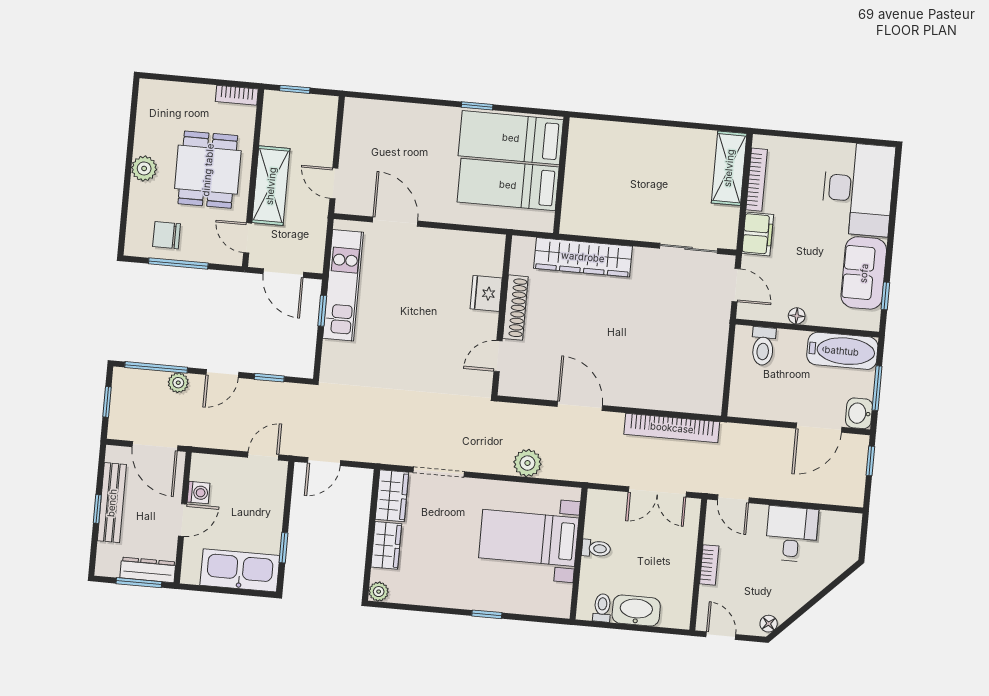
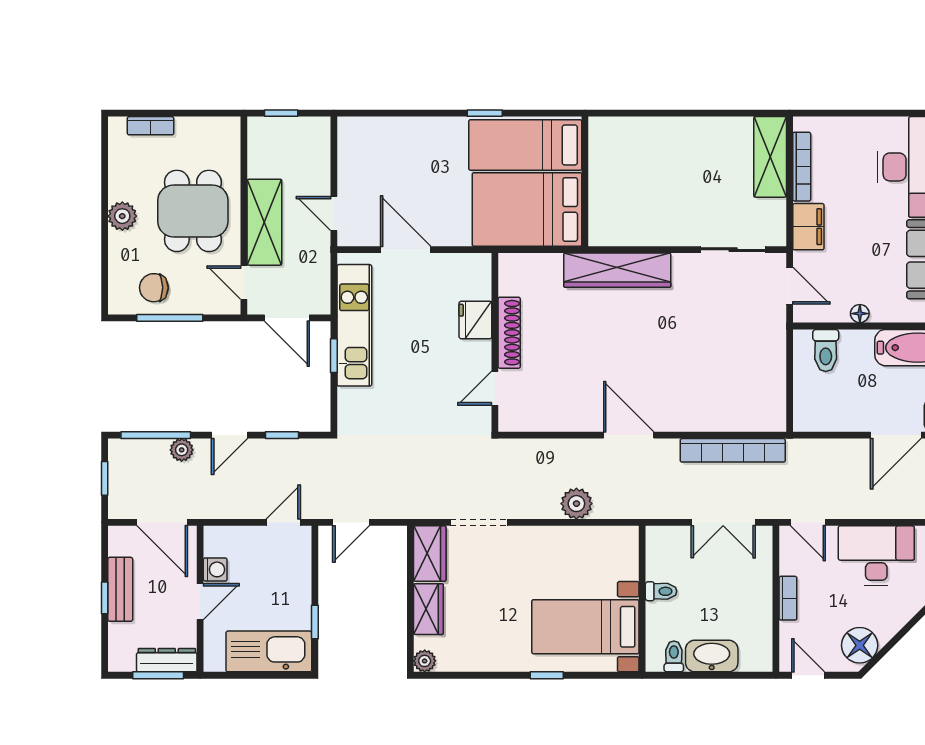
bookcase: (237, 95) -> (150, 126), moved
bed: (508, 185) -> (527, 209), width x1.50
fridge: (486, 293) -> (475, 320), moved
shoe rack: (515, 308) -> (509, 333), moved
wall: (502, 315) -> (495, 342), moved
door: (498, 356) -> (495, 388), moved
bench: (112, 503) -> (120, 589), width x0.73
desk: (792, 534) -> (876, 555), width x1.37
bed with nightstands: (529, 538) -> (585, 627), moved
floor lamp: (769, 624) -> (860, 645), width x1.89, depth x1.89

